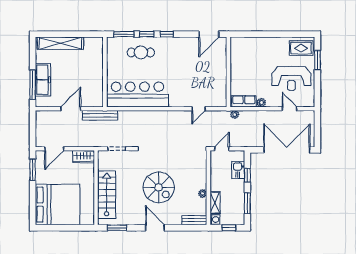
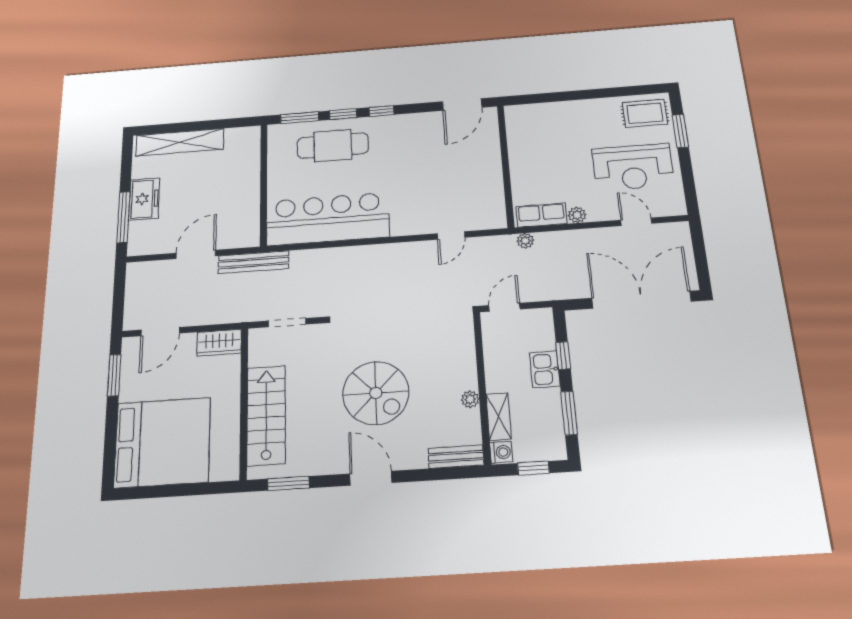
cafe table: (141, 52) -> (333, 146), width x1.37, depth x1.35
freezer: (43, 80) -> (144, 199), width x0.71
kitchen sink: (238, 170) -> (545, 369), moved

